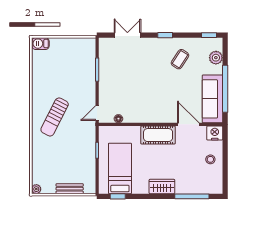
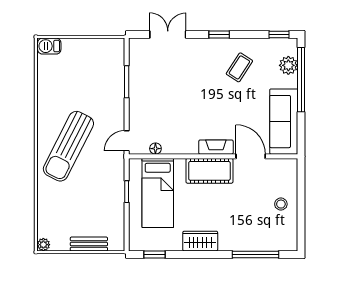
window: (225, 89) -> (301, 80), moved
sun lounger: (55, 117) -> (68, 146), width x1.36, depth x1.34
fireplace: (163, 118) -> (216, 147), added
nightstand: (215, 133) -> (287, 168), removed
bed: (120, 168) -> (158, 193), moved, turned 180
wardrobe: (162, 187) -> (200, 241), moved

